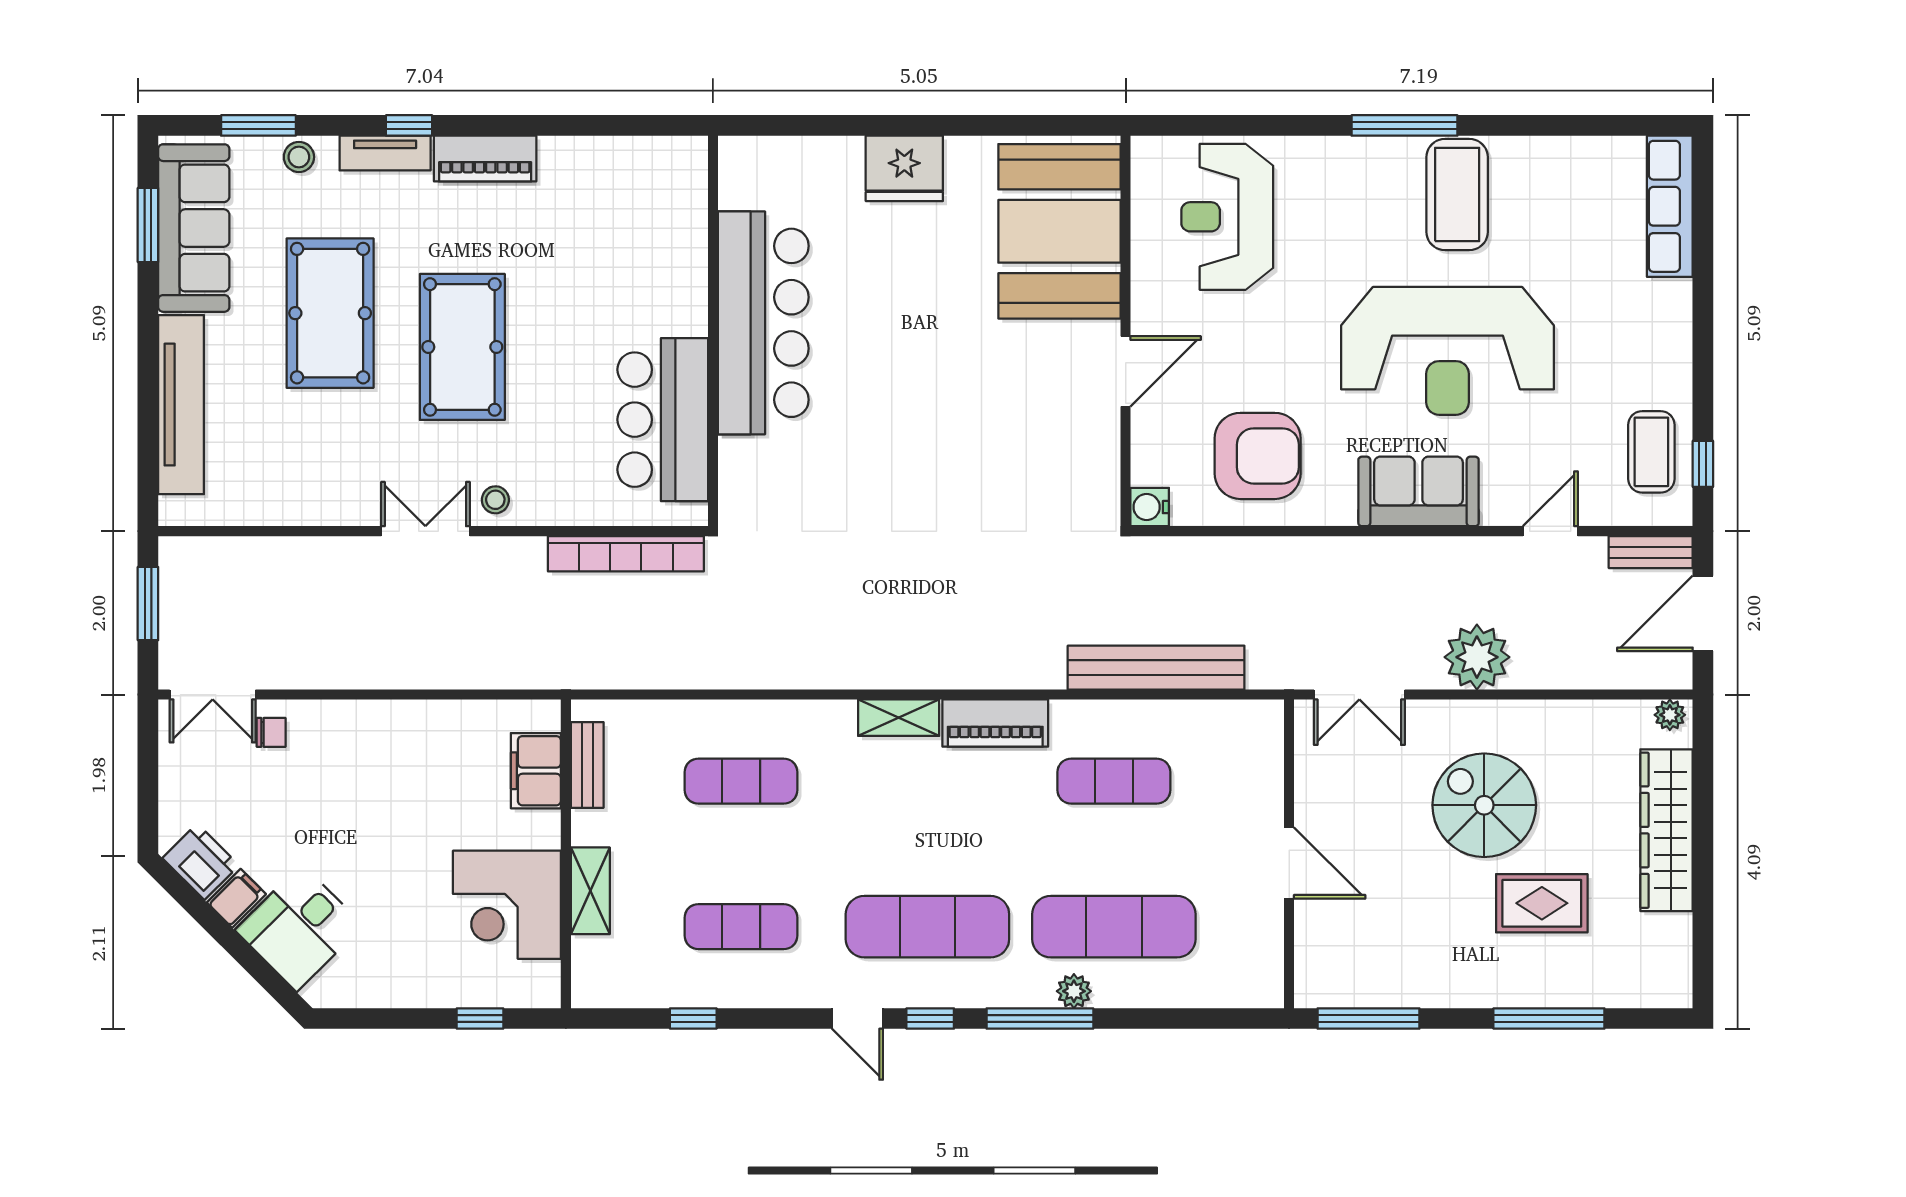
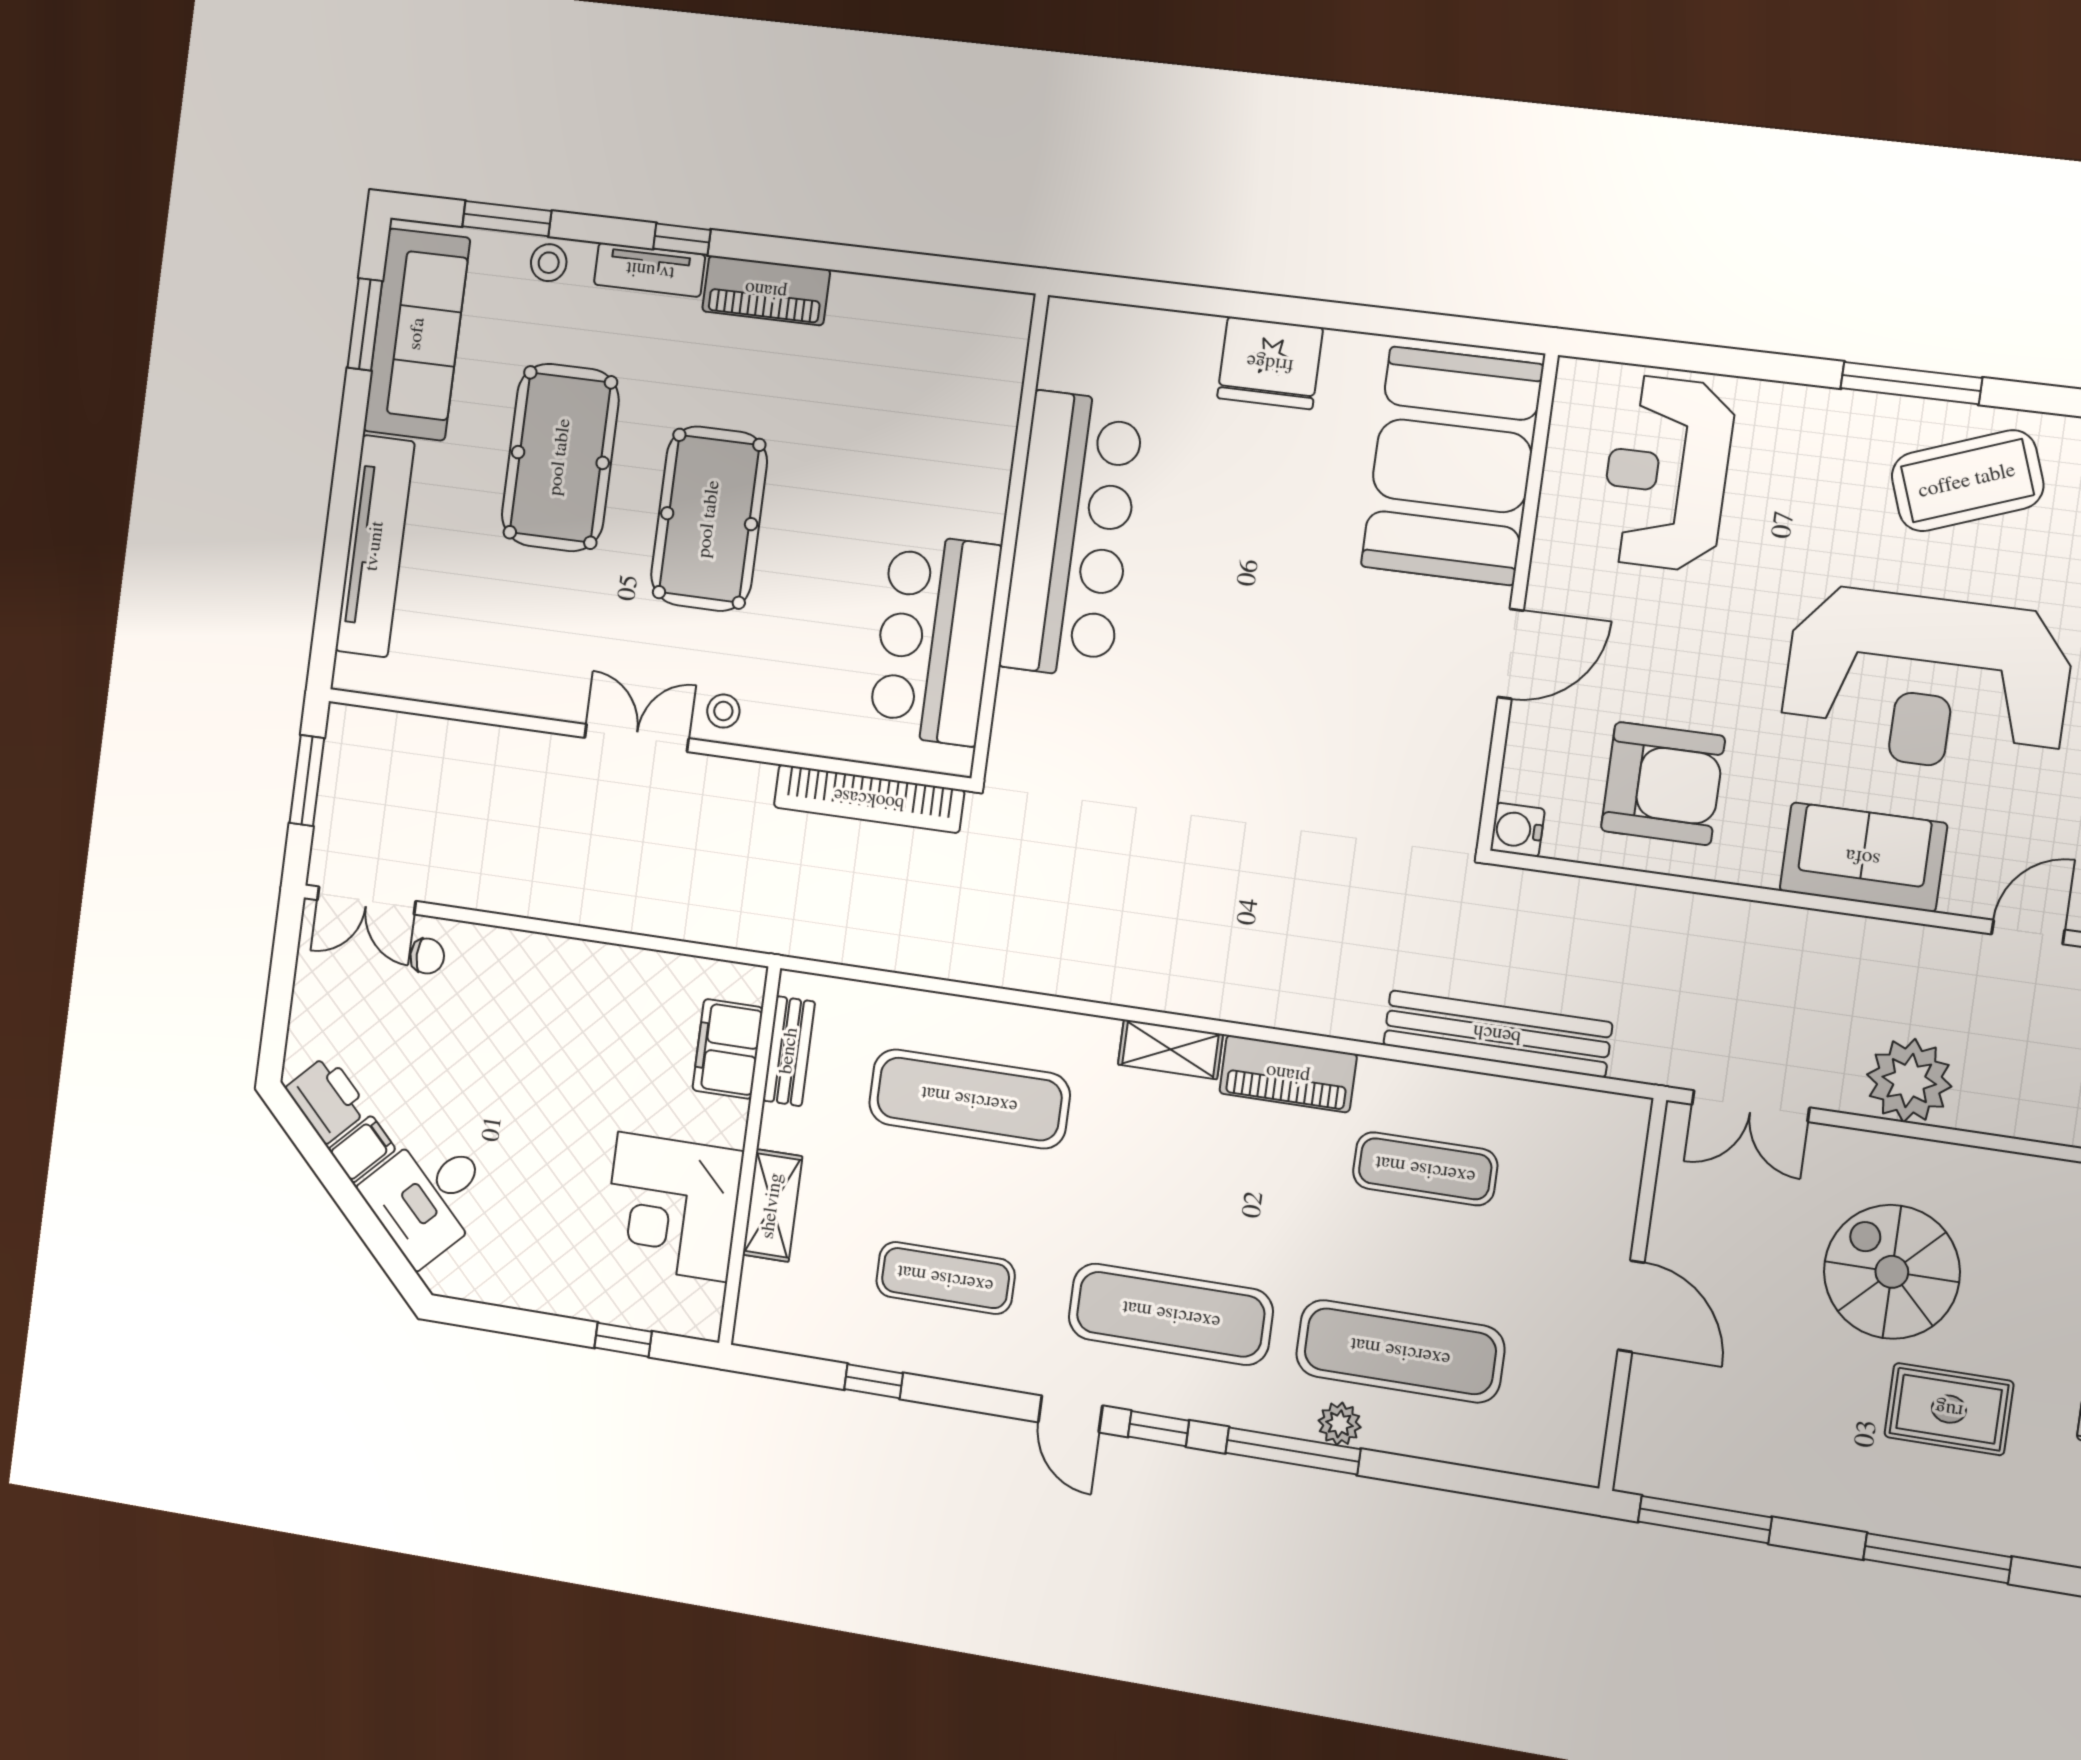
coffee table: (1457, 195) -> (1967, 481), turned 70
exercise mat: (741, 781) -> (969, 1099), width x1.36, depth x1.45

